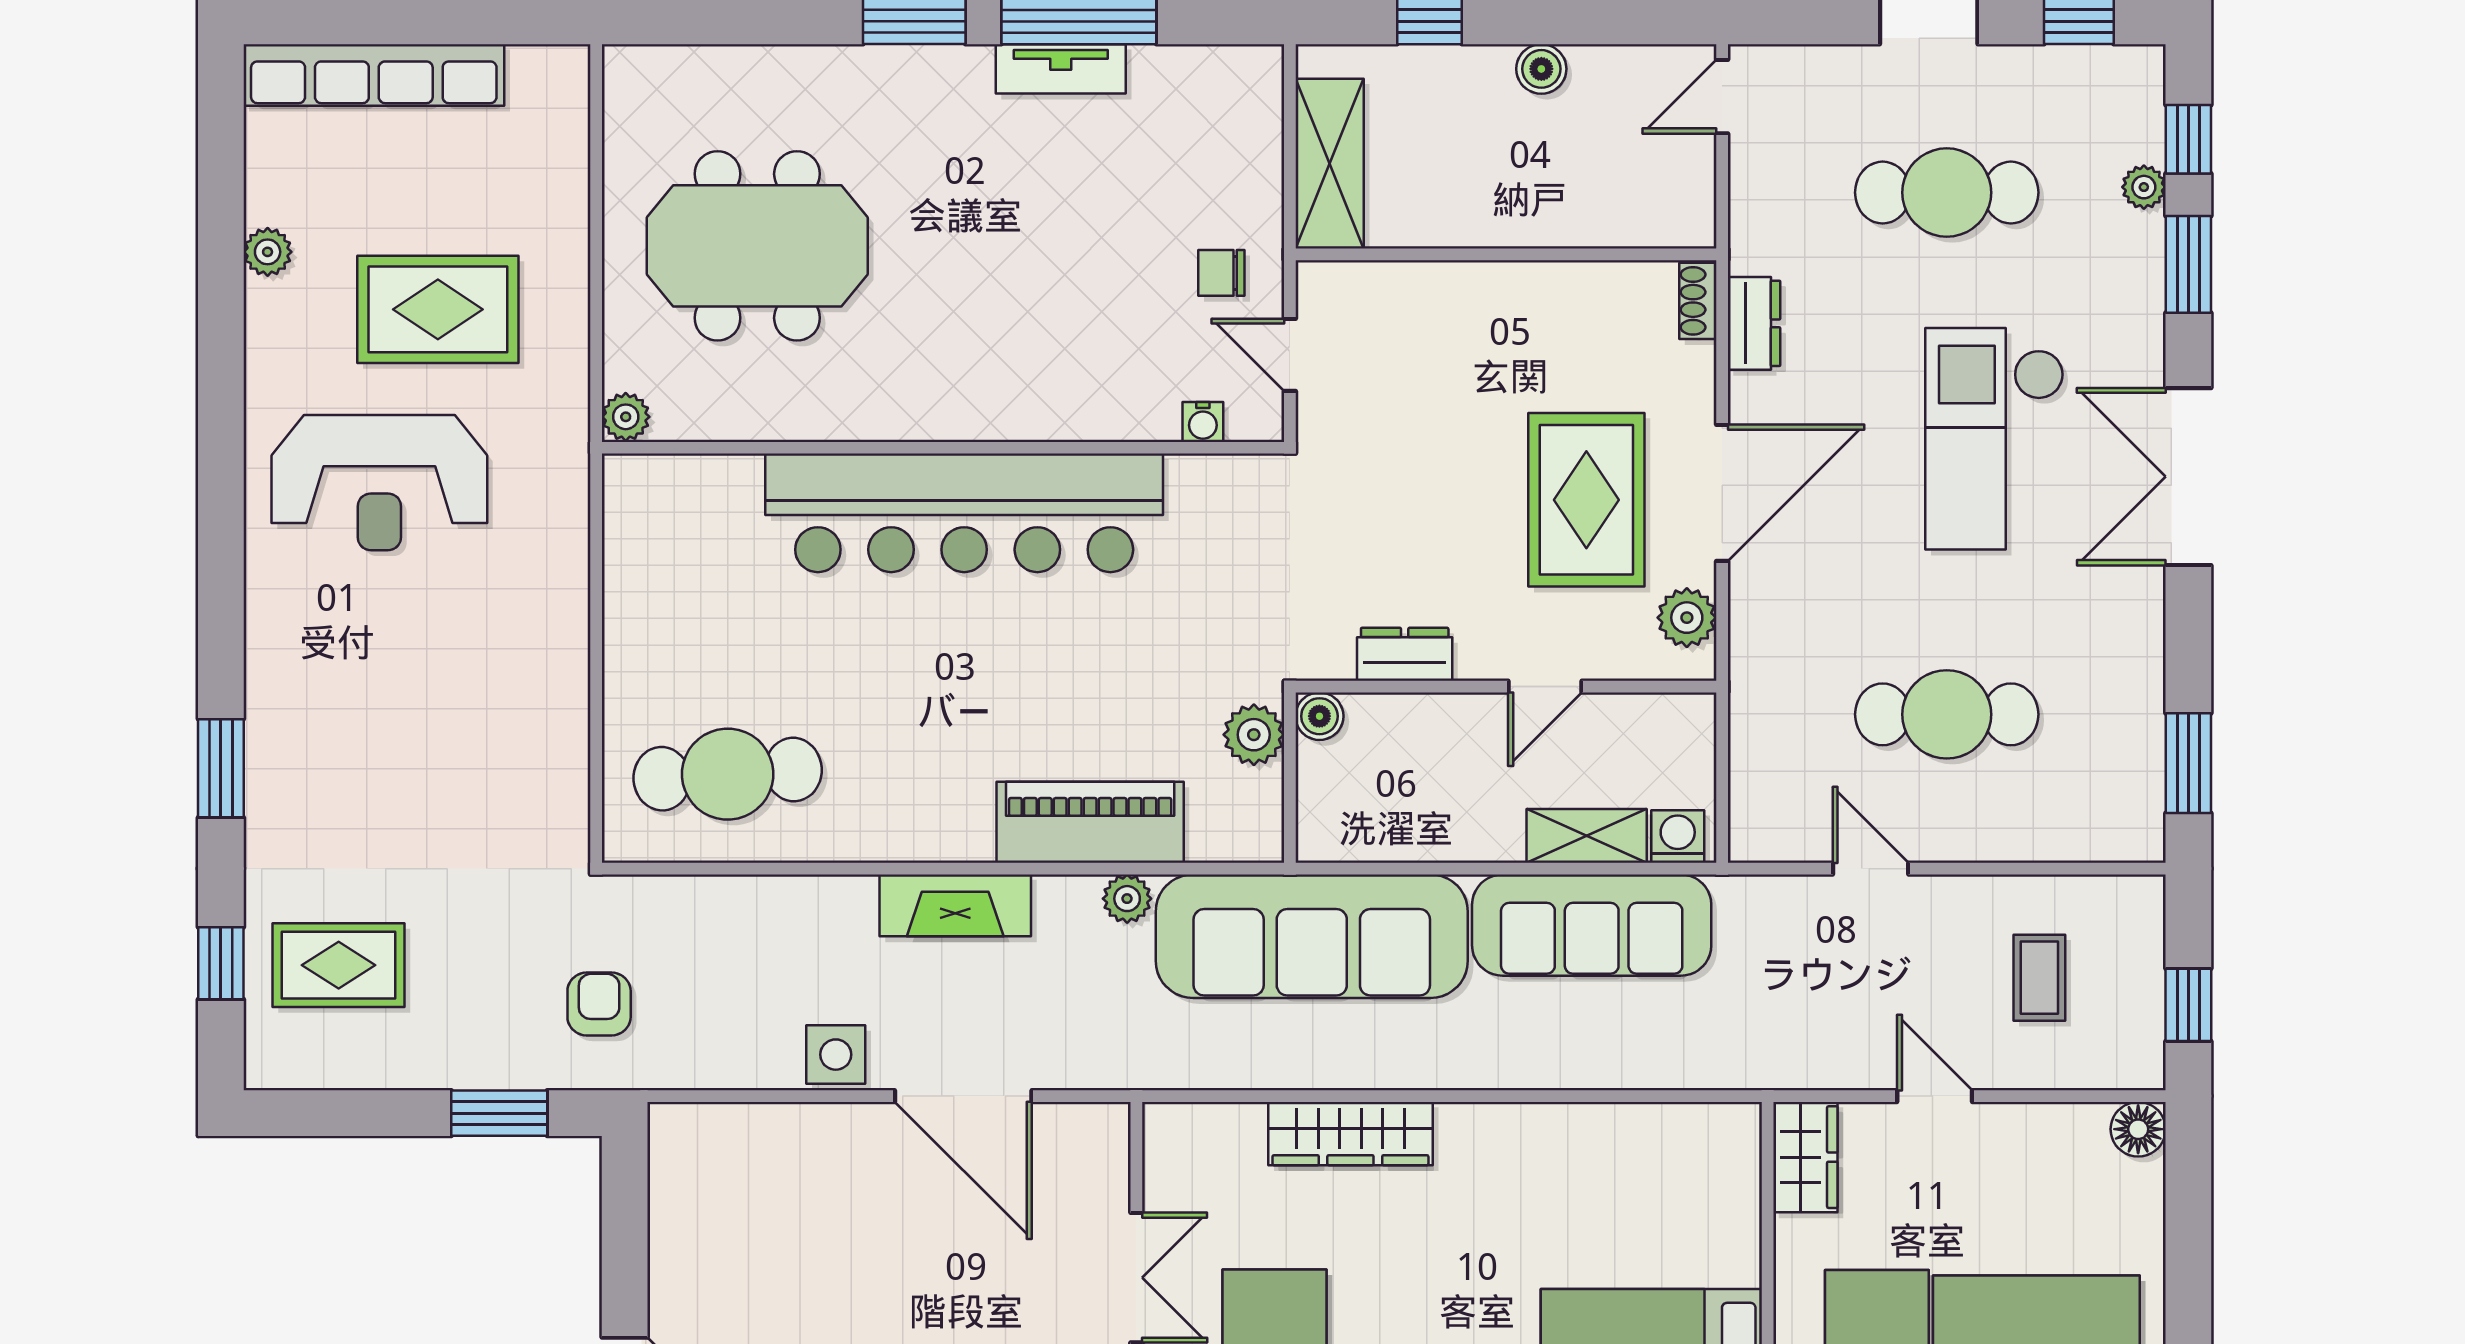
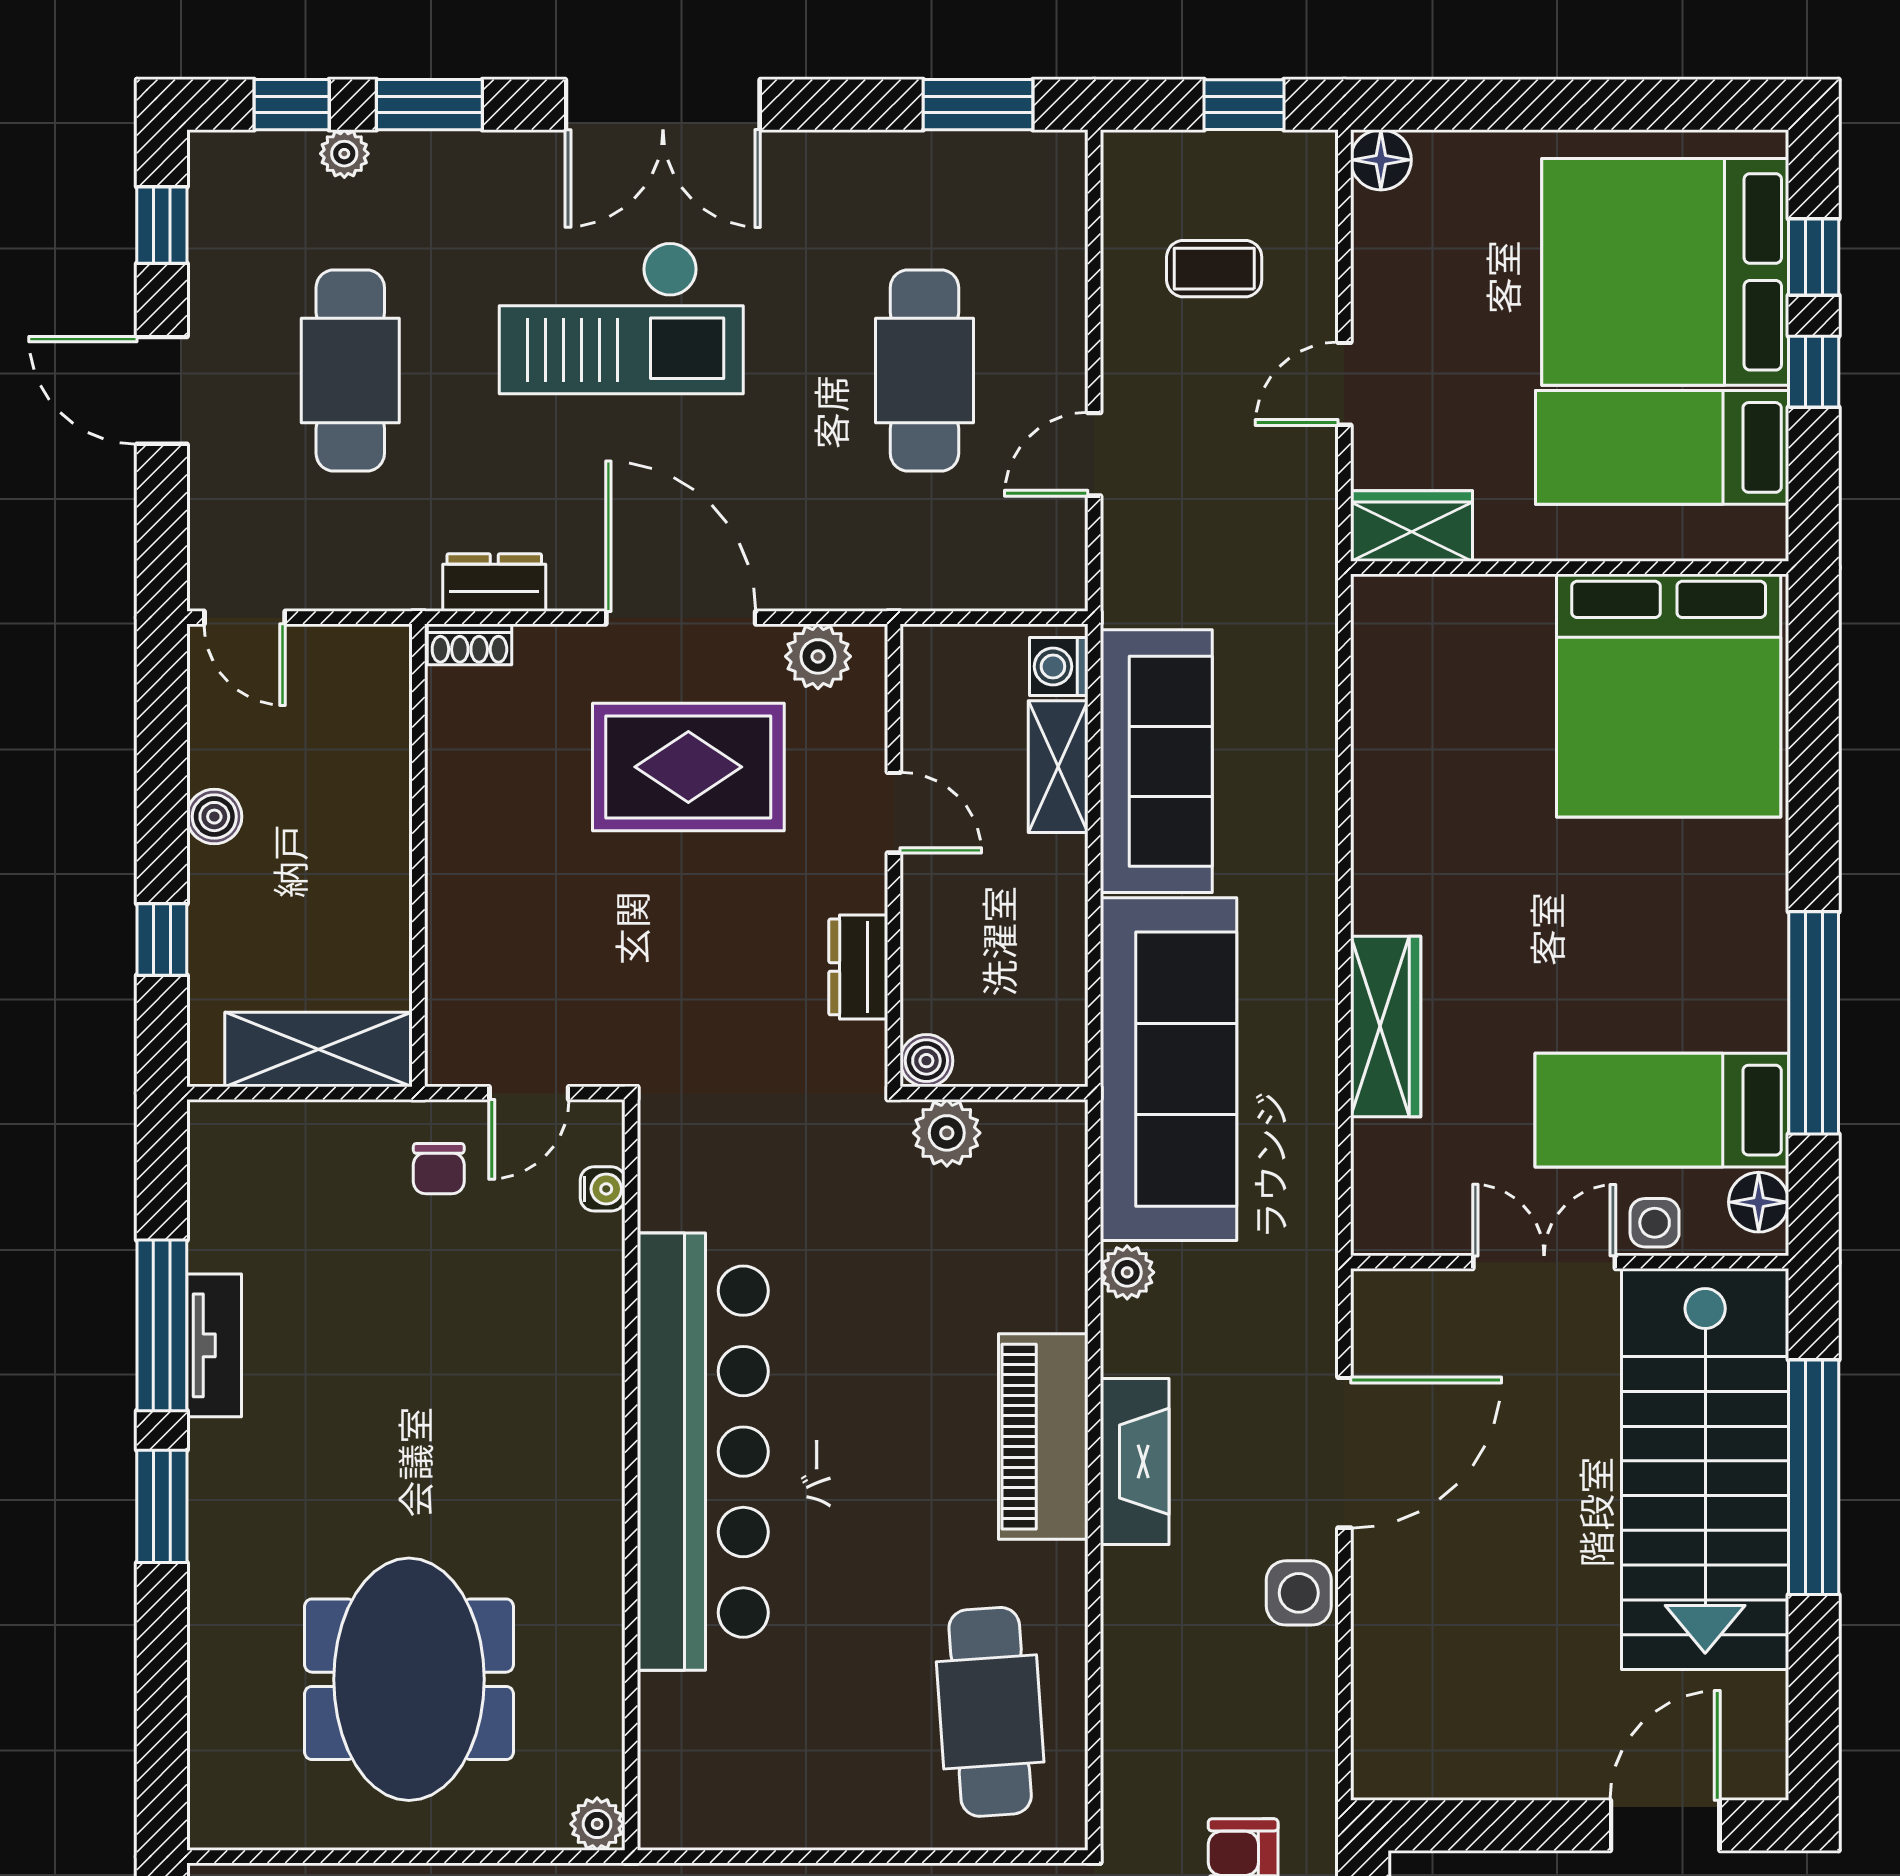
piano: (1090, 822) -> (1043, 1437), moved

